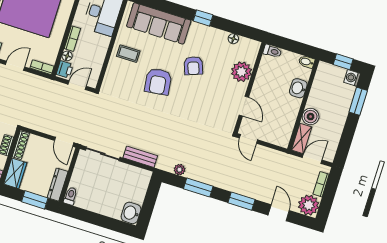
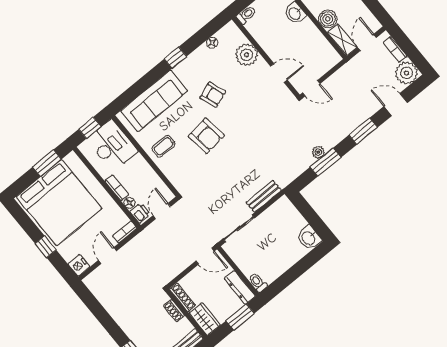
plant: (180, 170) -> (318, 152), moved

